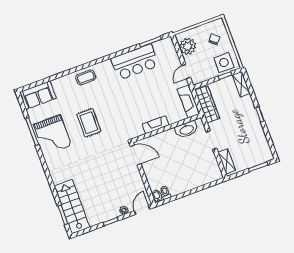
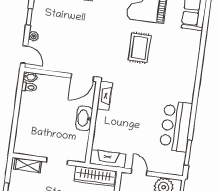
coffee table: (86, 77) -> (187, 69), removed
rug: (89, 123) -> (140, 48), turned 90
fireplace: (156, 125) -> (105, 96), moved
washbasin: (187, 130) -> (84, 118), moved

